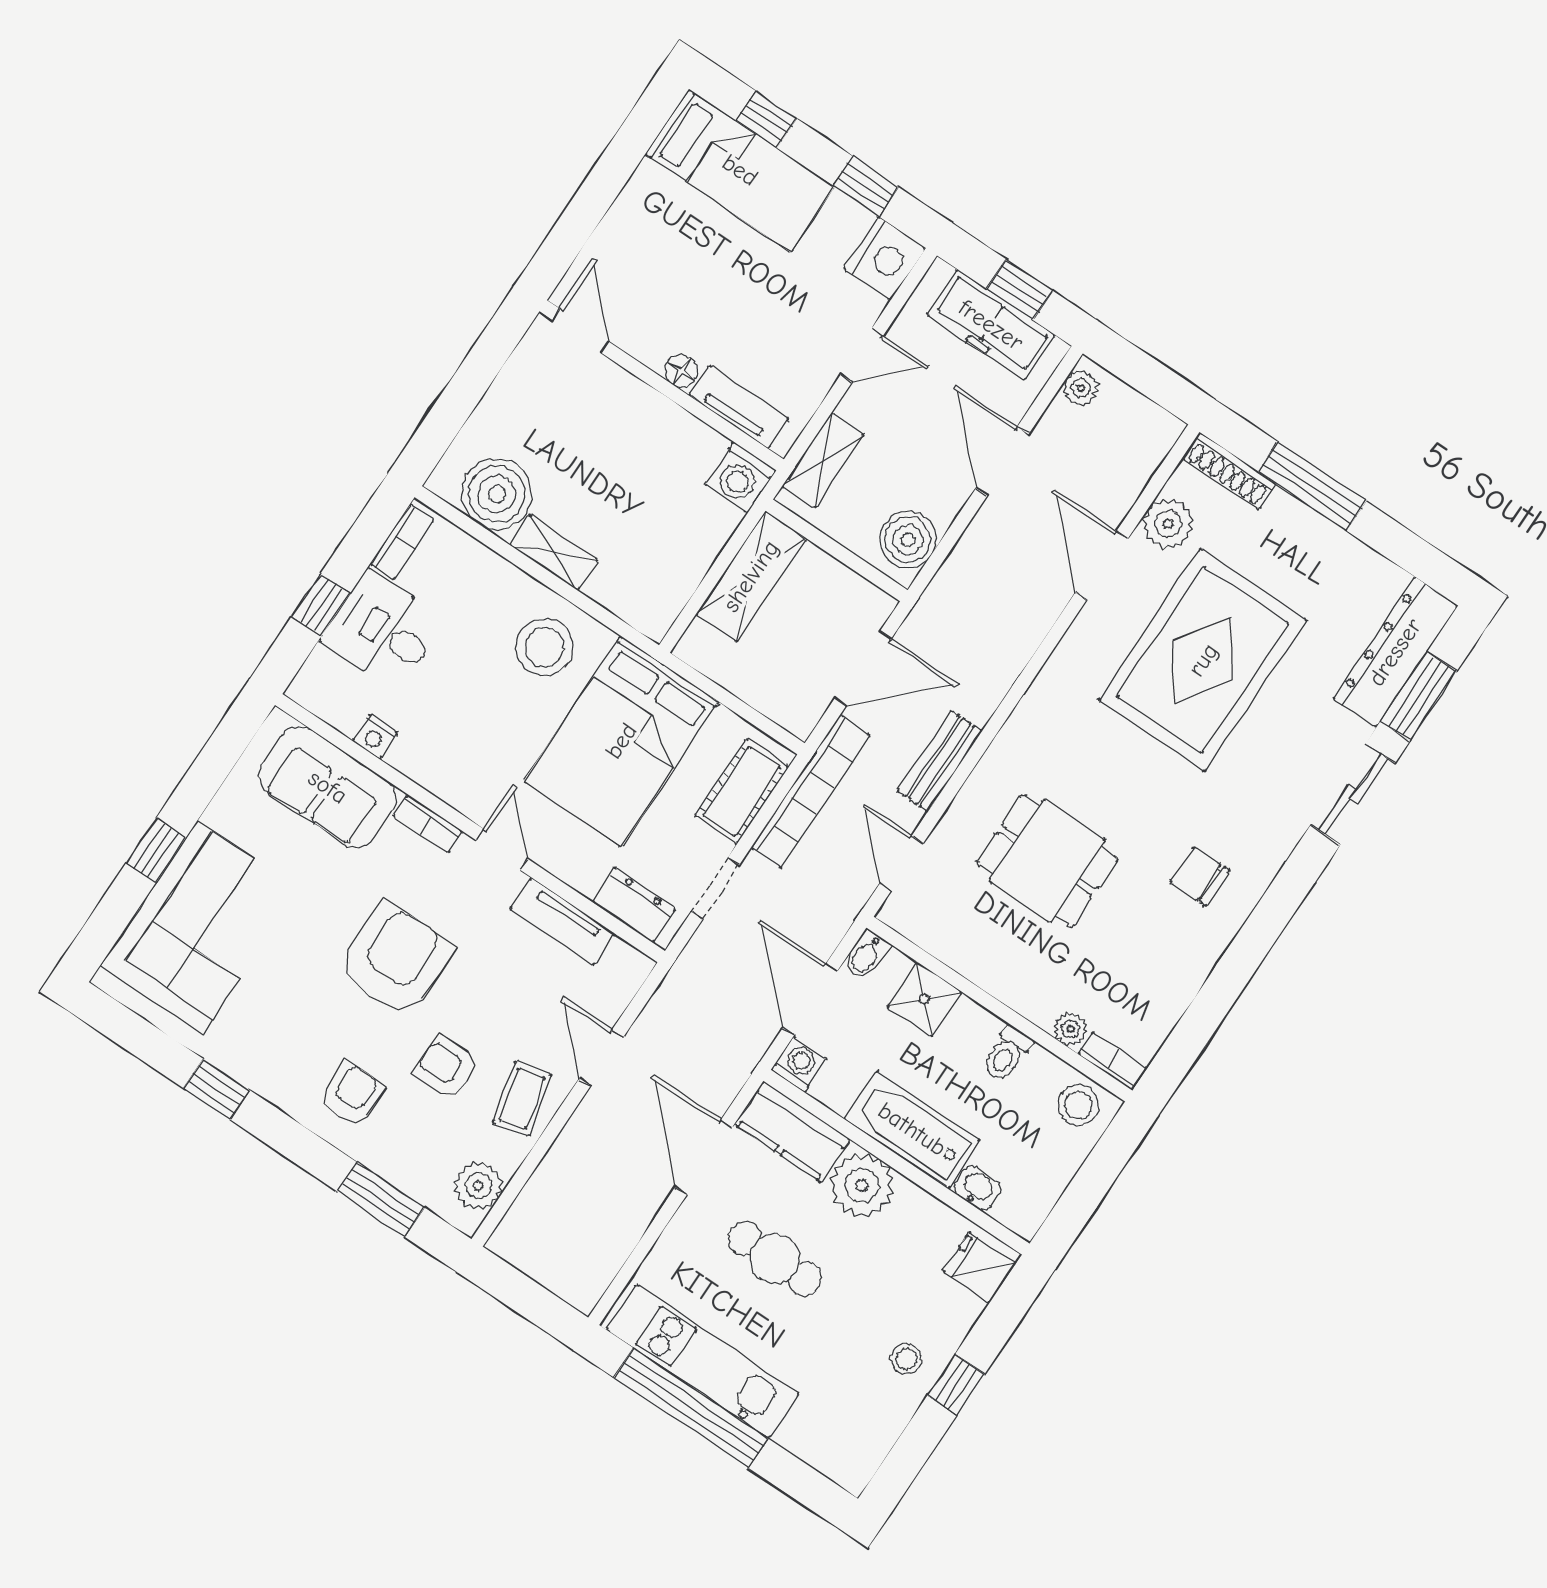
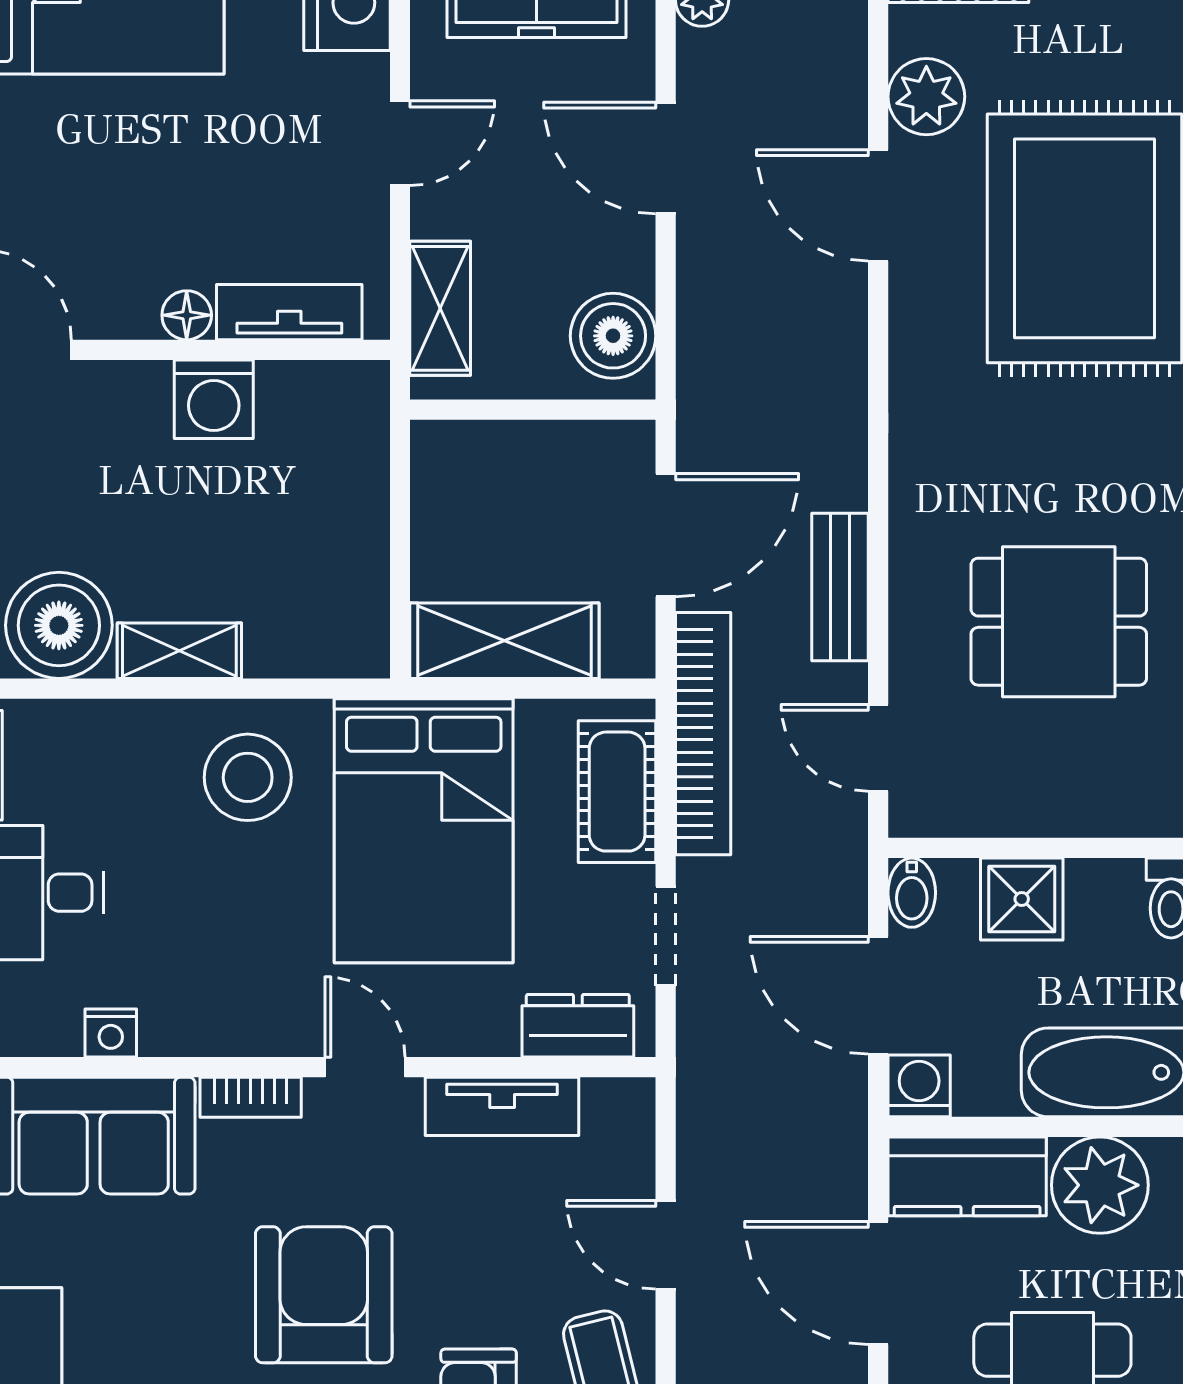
washing machine: (740, 477) -> (214, 399), moved
shelving: (751, 576) -> (504, 641), moved, turned 90

